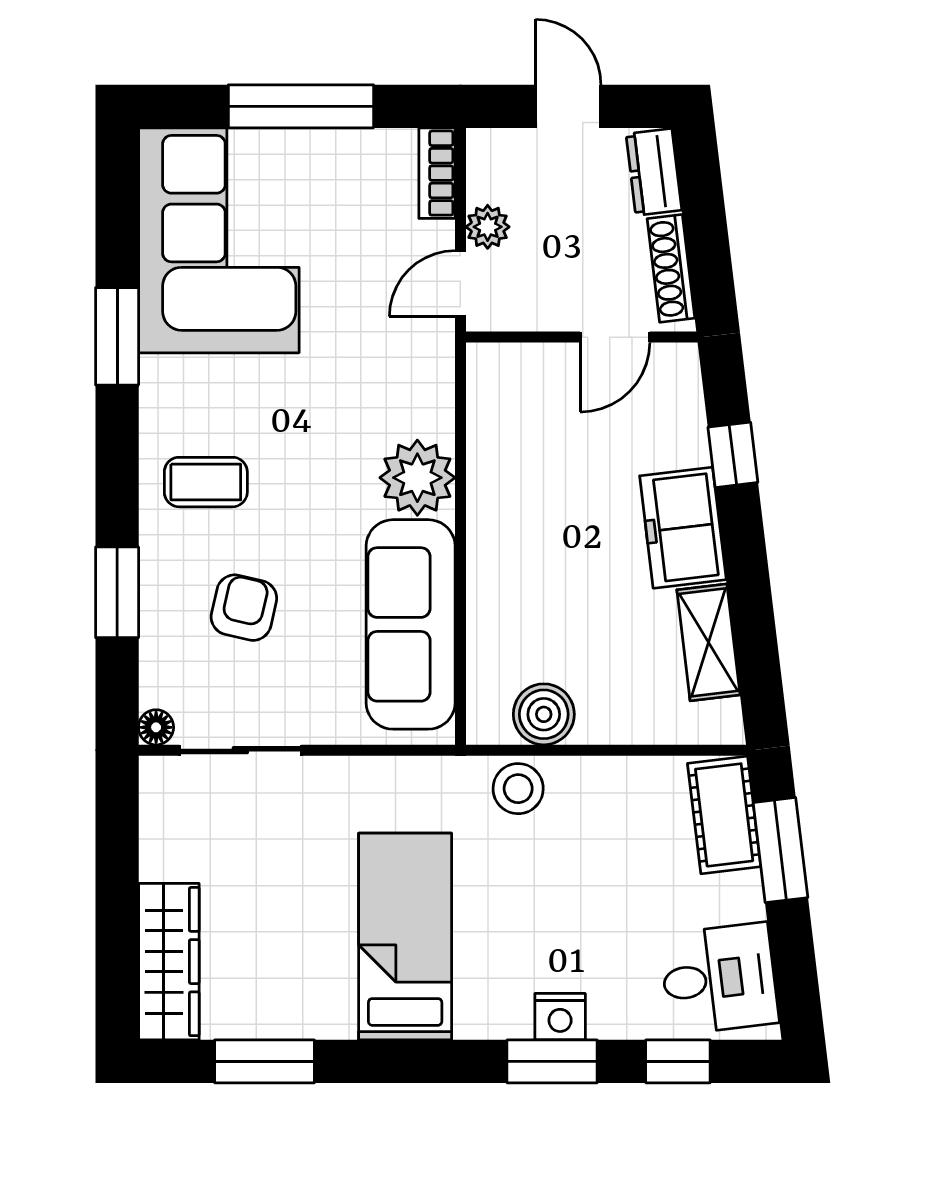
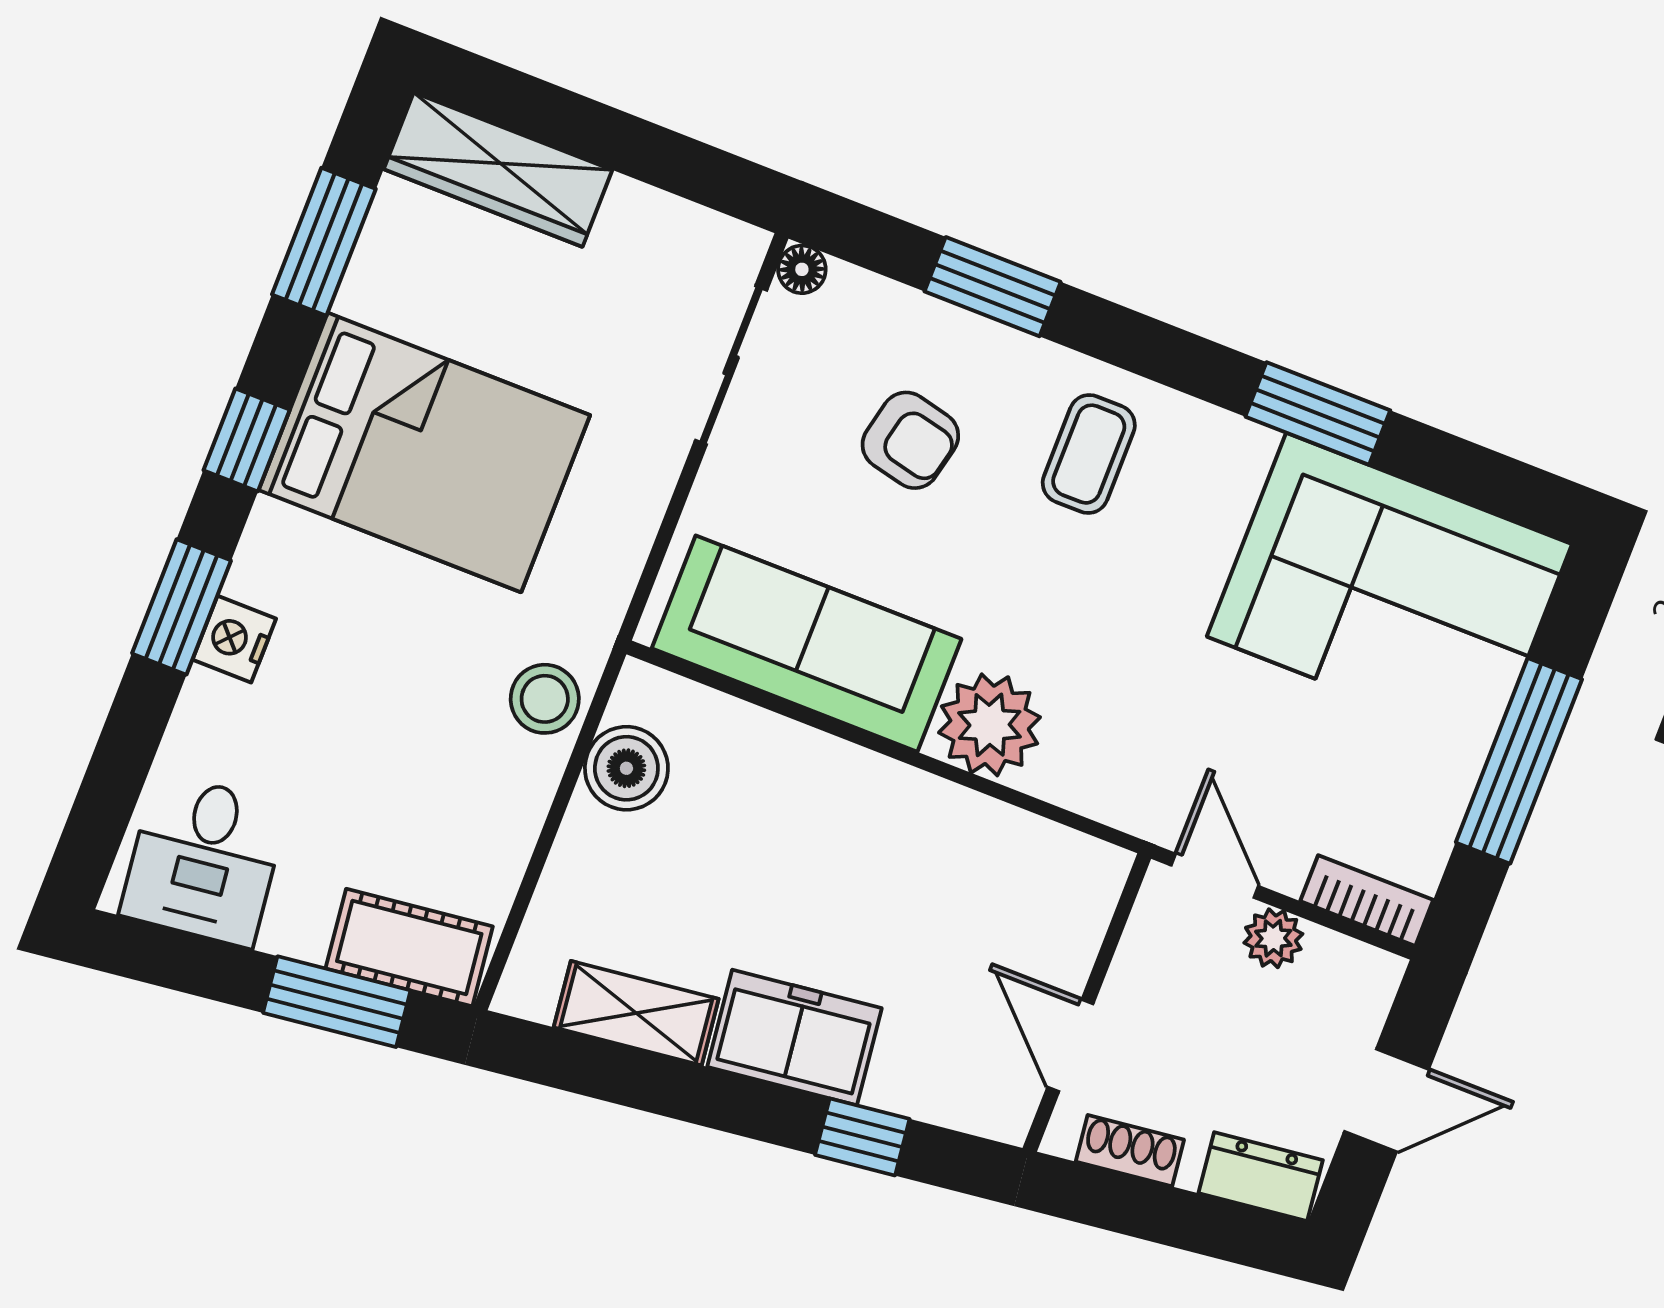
shoe rack: (671, 268) -> (1130, 1151), width x0.70
bed: (405, 937) -> (424, 452), width x1.50
window: (678, 1061) -> (247, 440), moved

